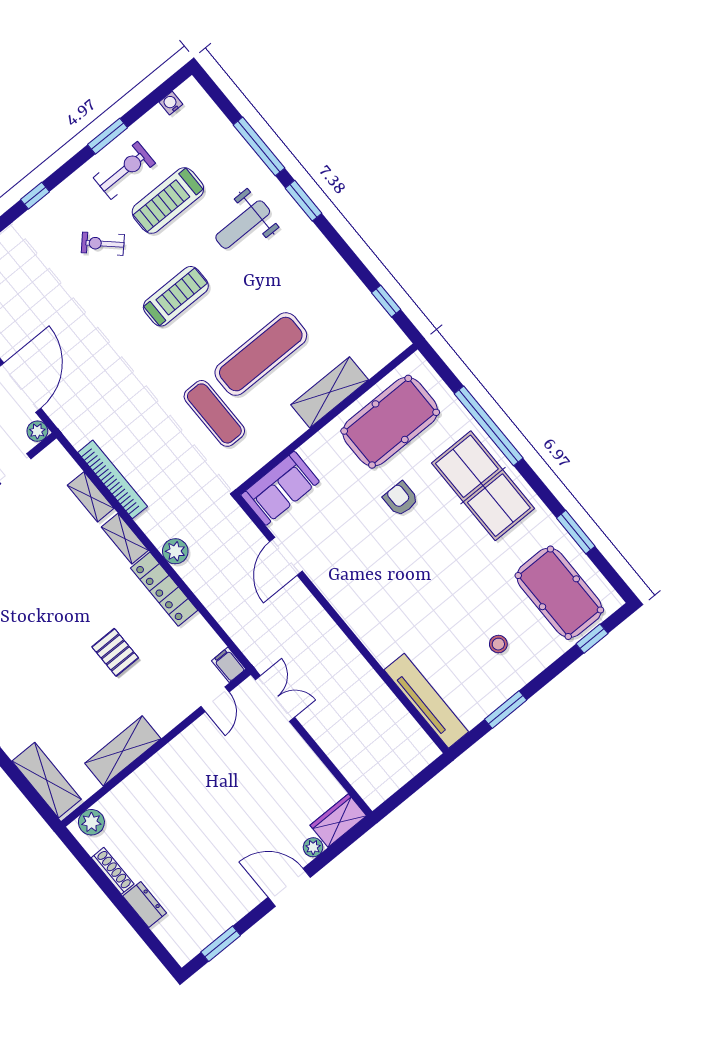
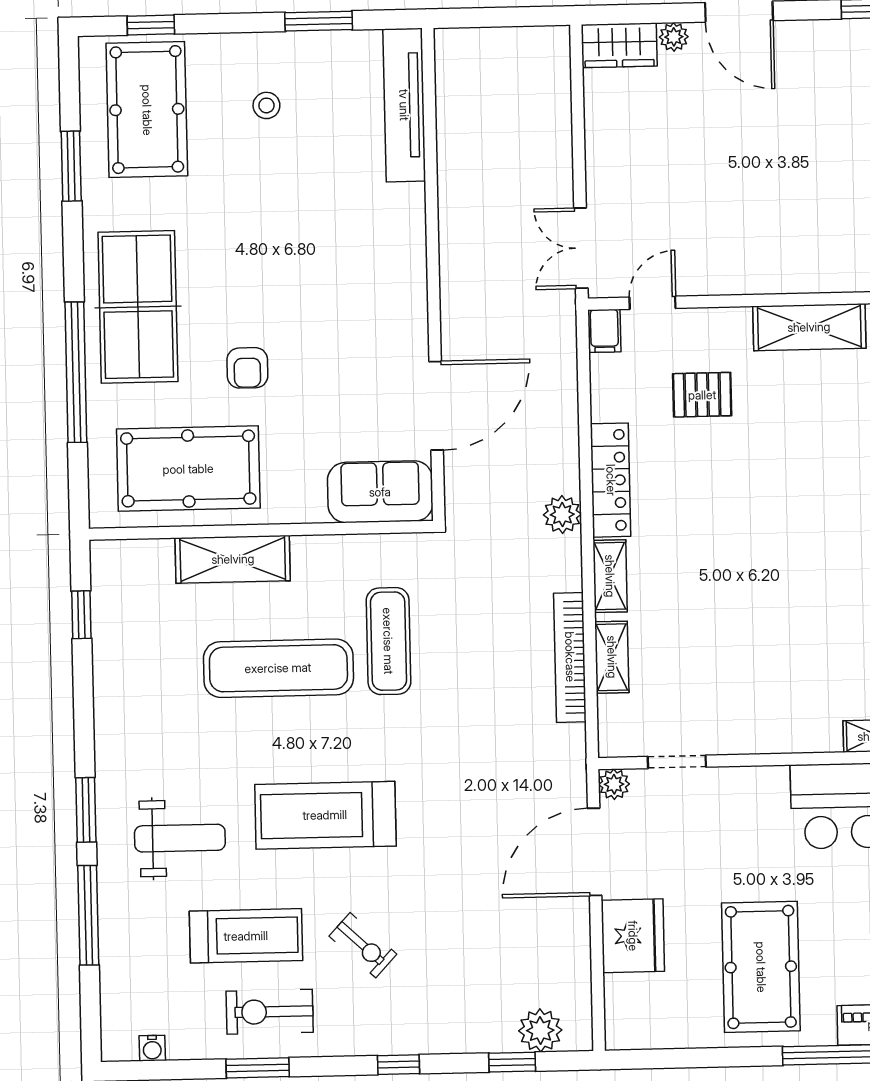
treadmill: (176, 296) -> (325, 815), width x1.37, depth x1.38
door: (286, 556) -> (436, 406), width x1.36
pallet: (115, 652) -> (702, 395), moved, turned 90

